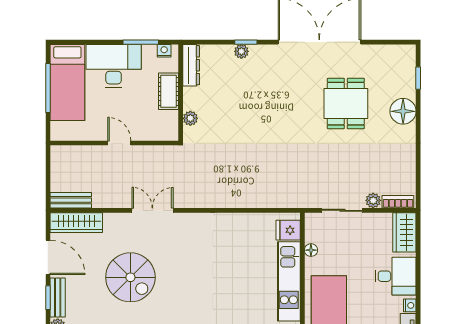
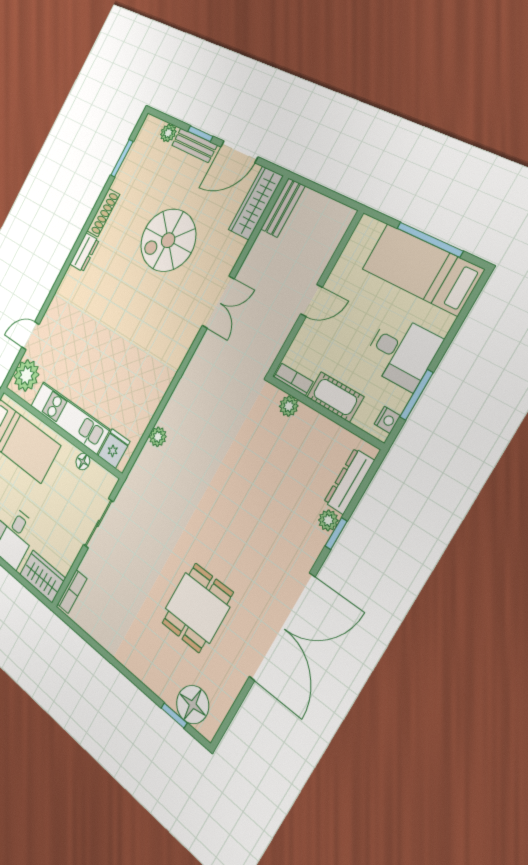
dresser: (191, 65) -> (349, 481), moved, turned 90
desk: (114, 66) -> (402, 352), width x0.73
dining table: (346, 104) -> (197, 608), turned 90
floor lamp: (403, 111) -> (193, 705), moved
bookcase: (173, 125) -> (293, 379), added
plant: (373, 200) -> (158, 437), moved

